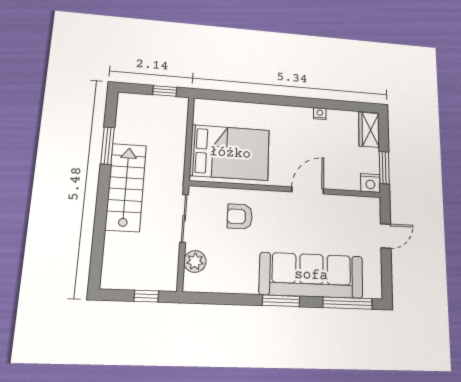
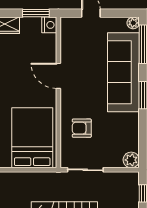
armchair: (240, 217) -> (82, 128), turned 90
plant: (195, 261) -> (131, 160), moved
plant: (375, 291) -> (133, 23), added

